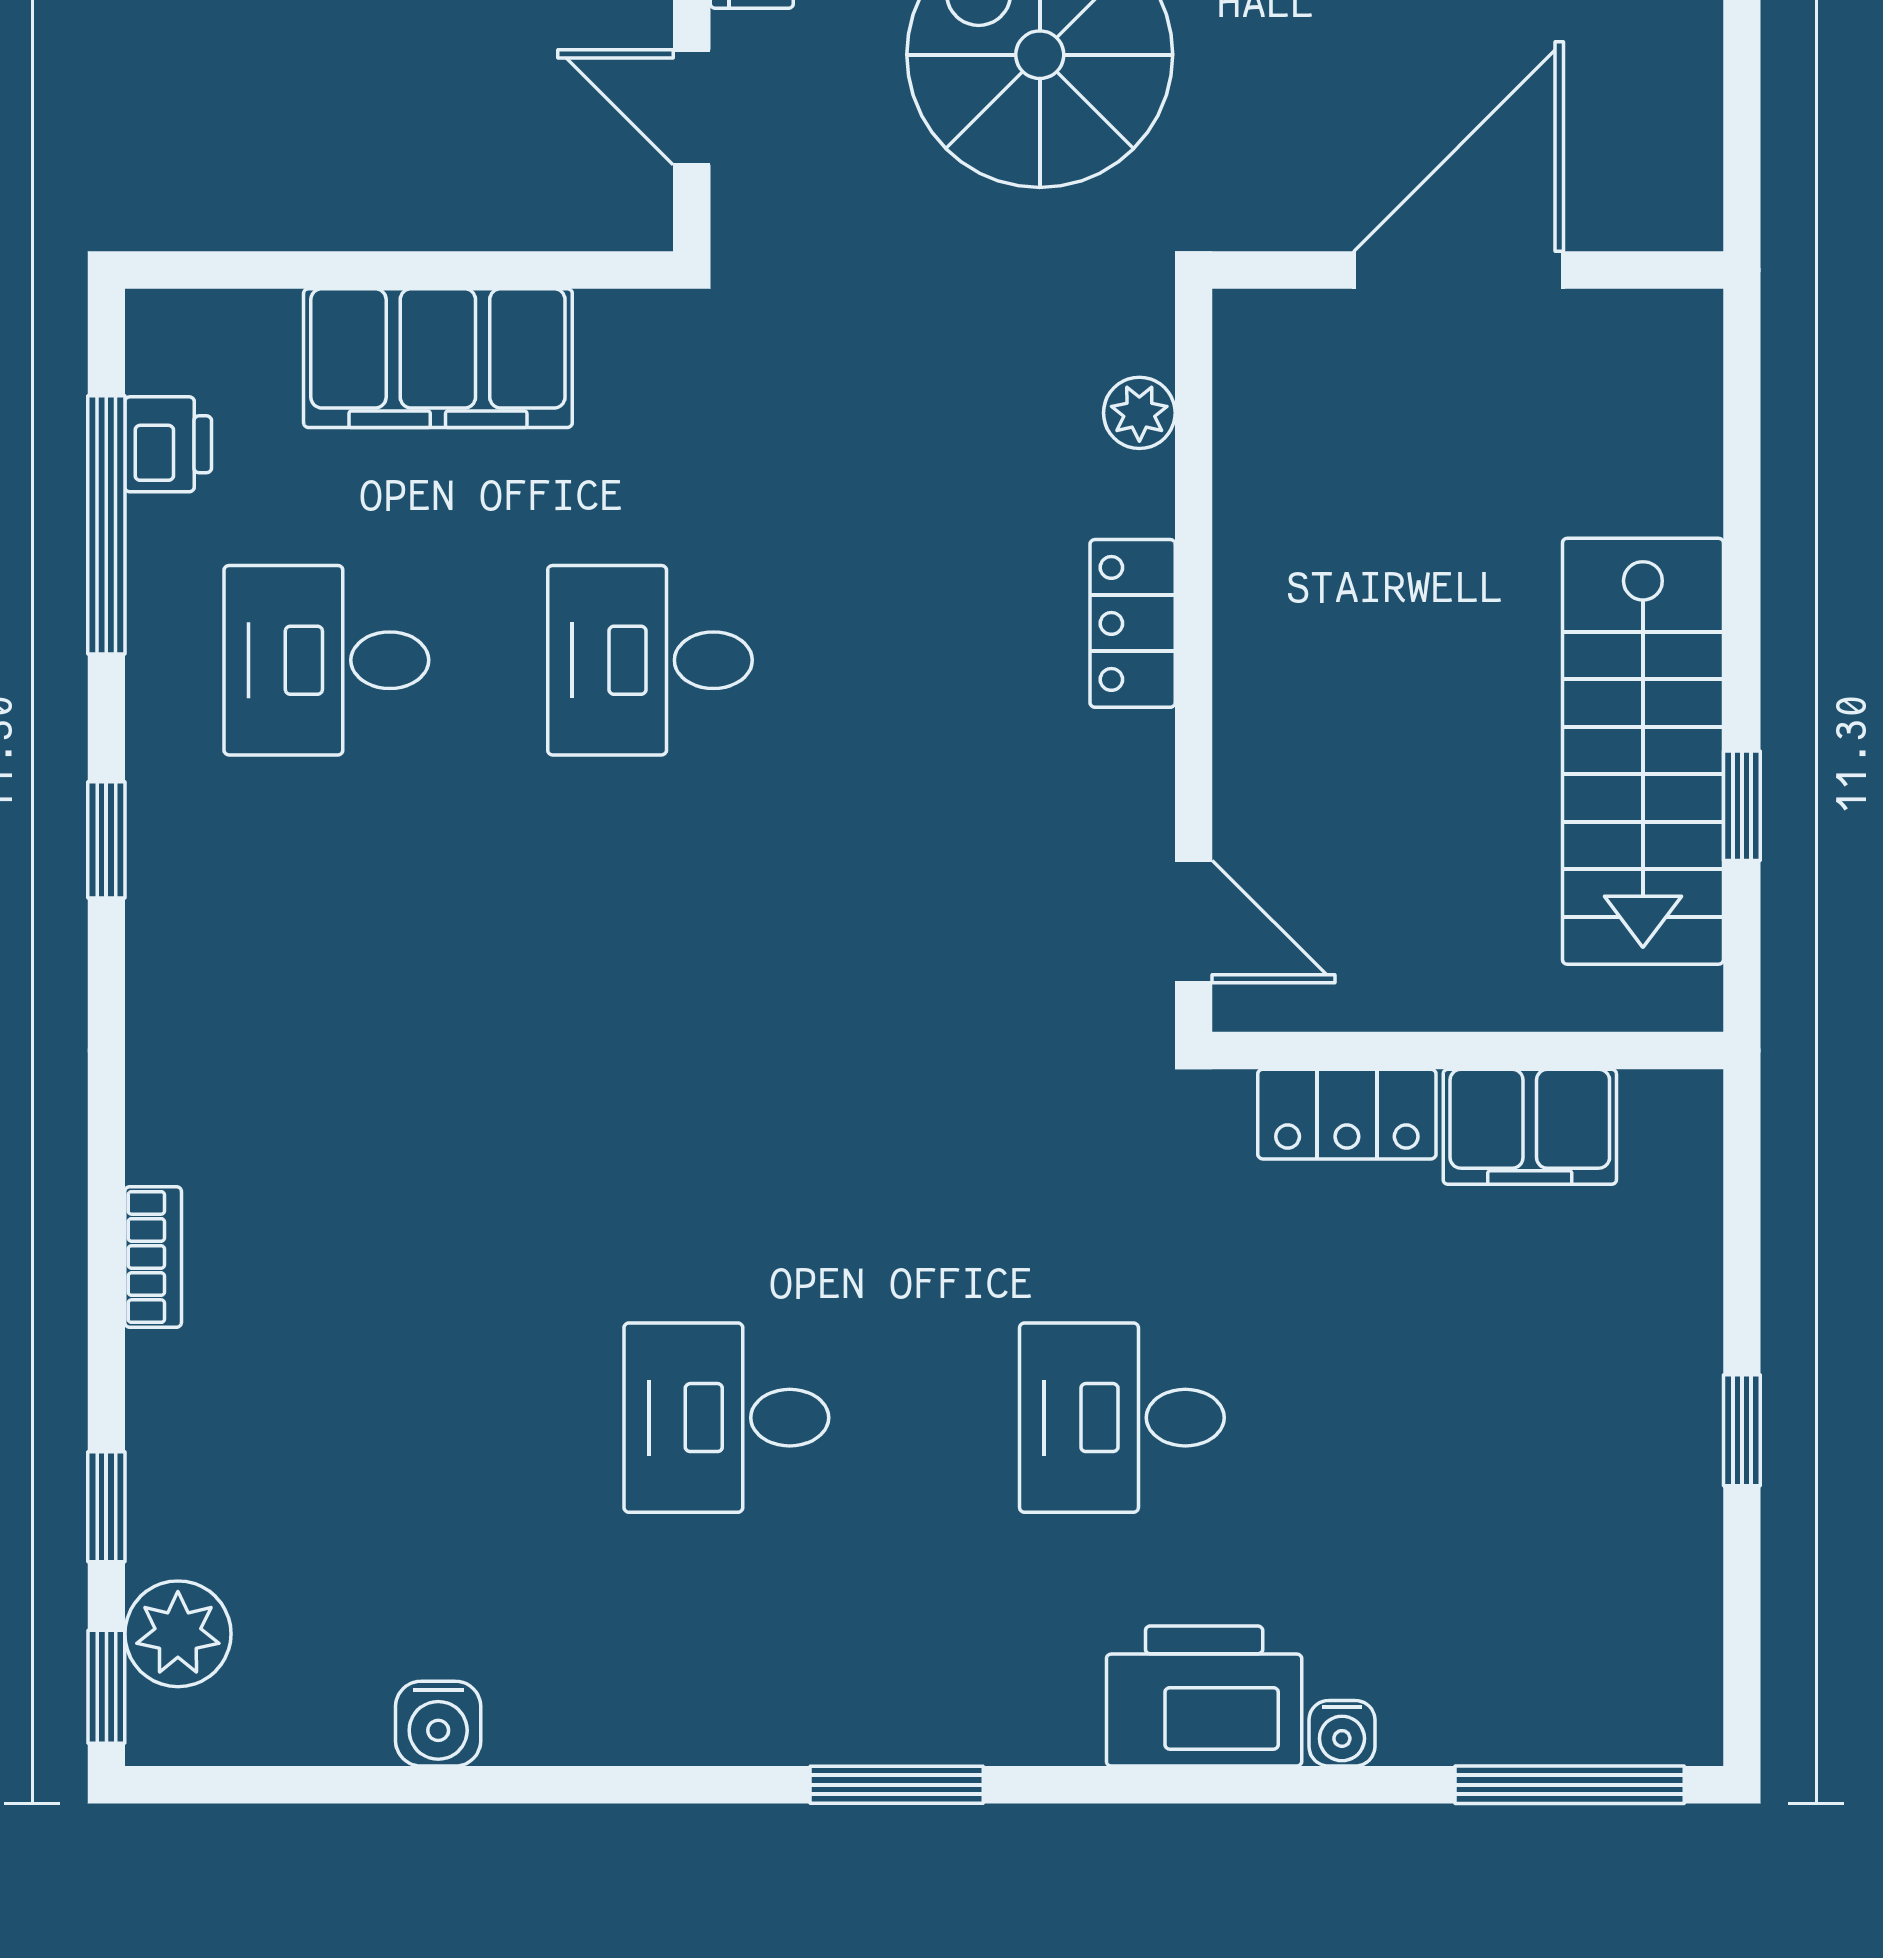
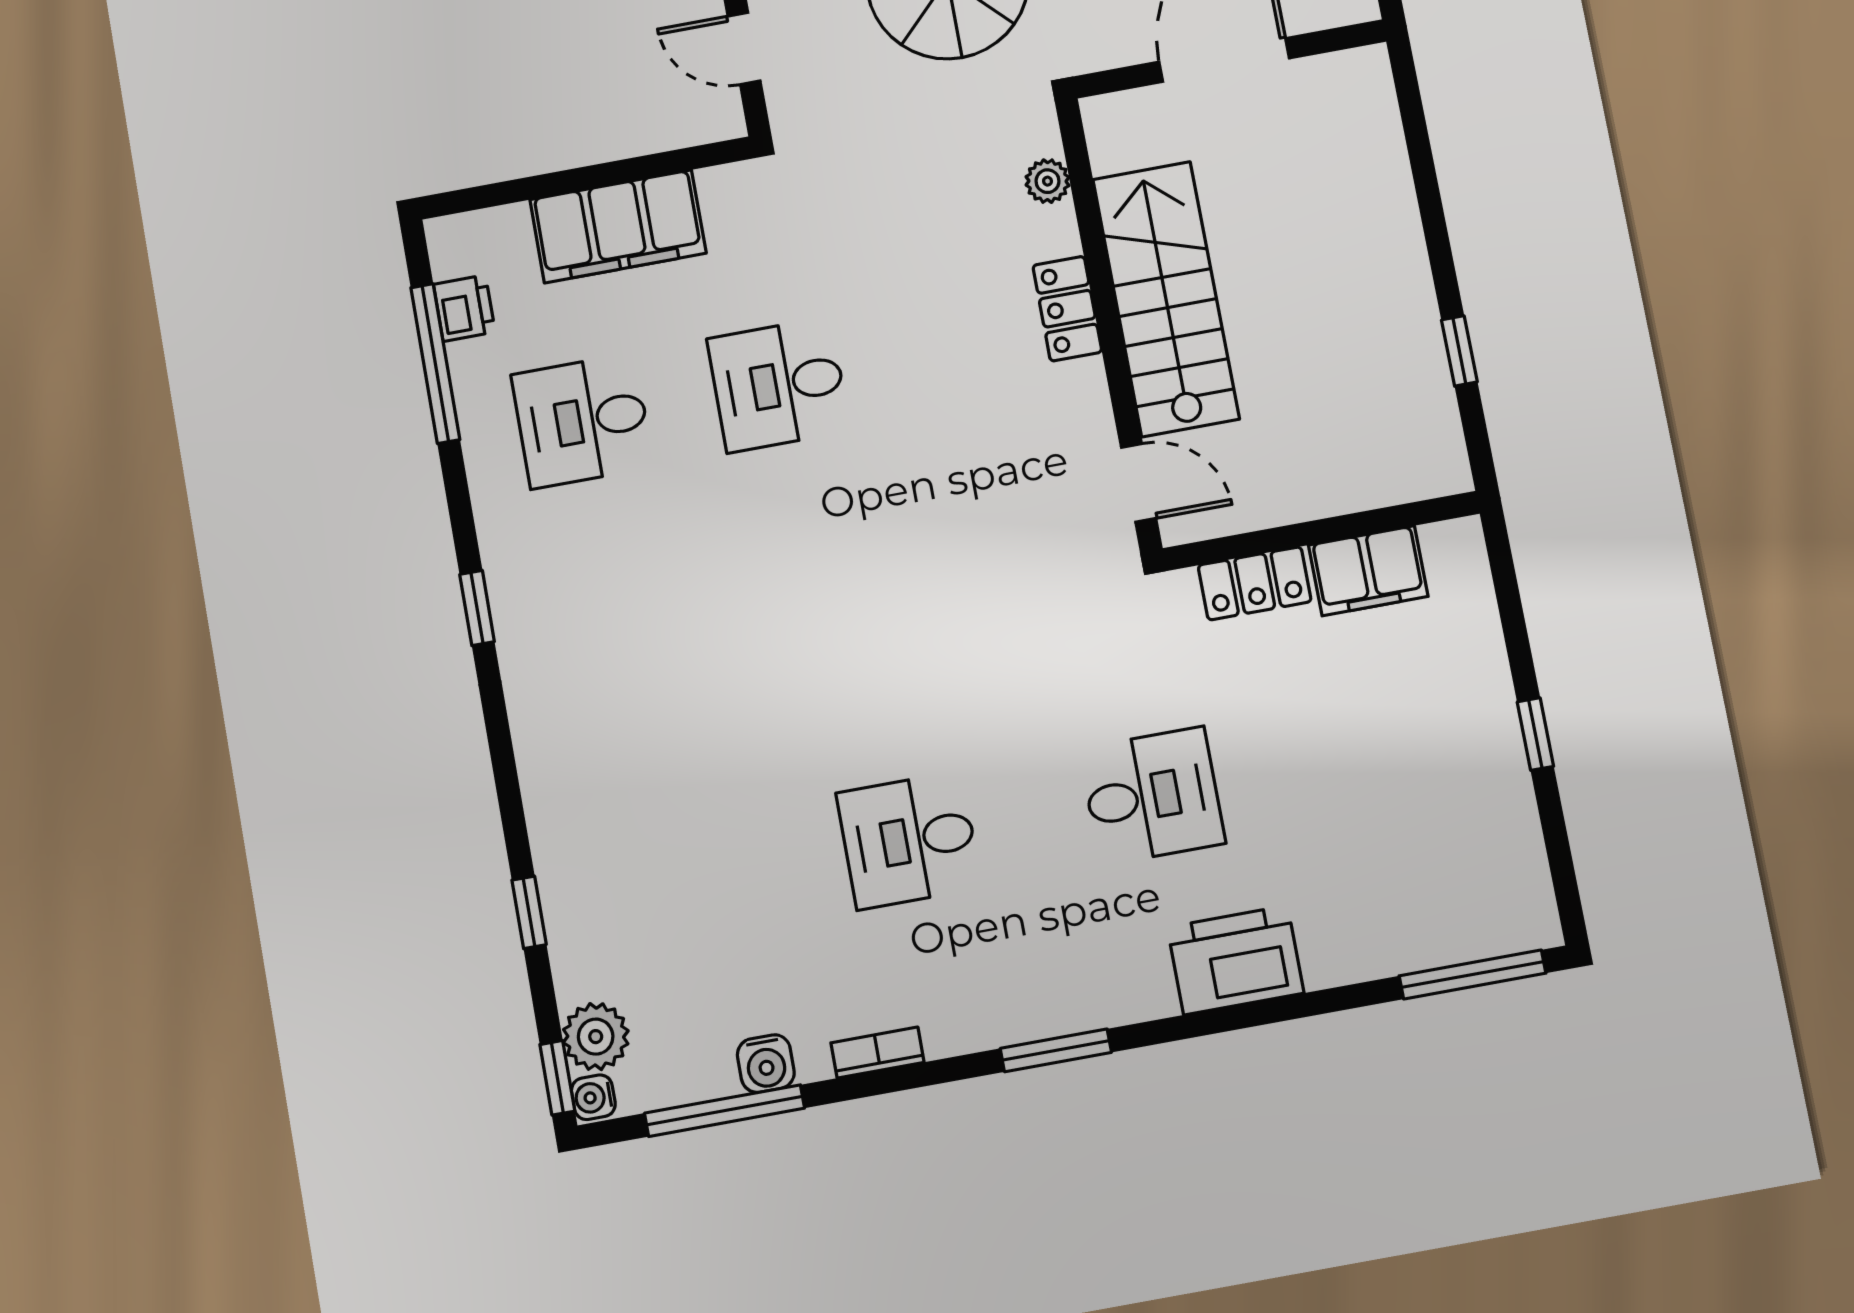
stairs: (1643, 751) -> (1166, 299), moved, turned 180
window: (106, 840) -> (477, 608), moved
bookcase: (153, 1257) -> (877, 1053), moved, turned -90
desk: (1122, 1418) -> (1152, 796), turned 180
window: (106, 1507) -> (529, 912), moved
water cooler: (1342, 1733) -> (593, 1097), moved, turned 90
window: (360, 1785) -> (724, 1111), added

